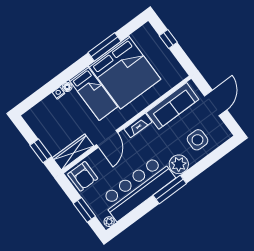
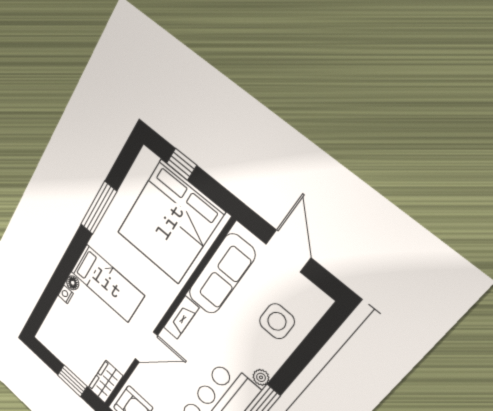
bed: (125, 72) -> (170, 222), moved, turned 90
door: (107, 139) -> (146, 347), hinge flipped
wardrobe: (73, 152) -> (105, 382), width x0.67
plant: (179, 164) -> (261, 377), width x0.53, depth x0.53

